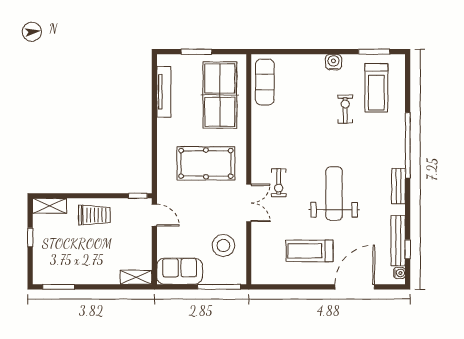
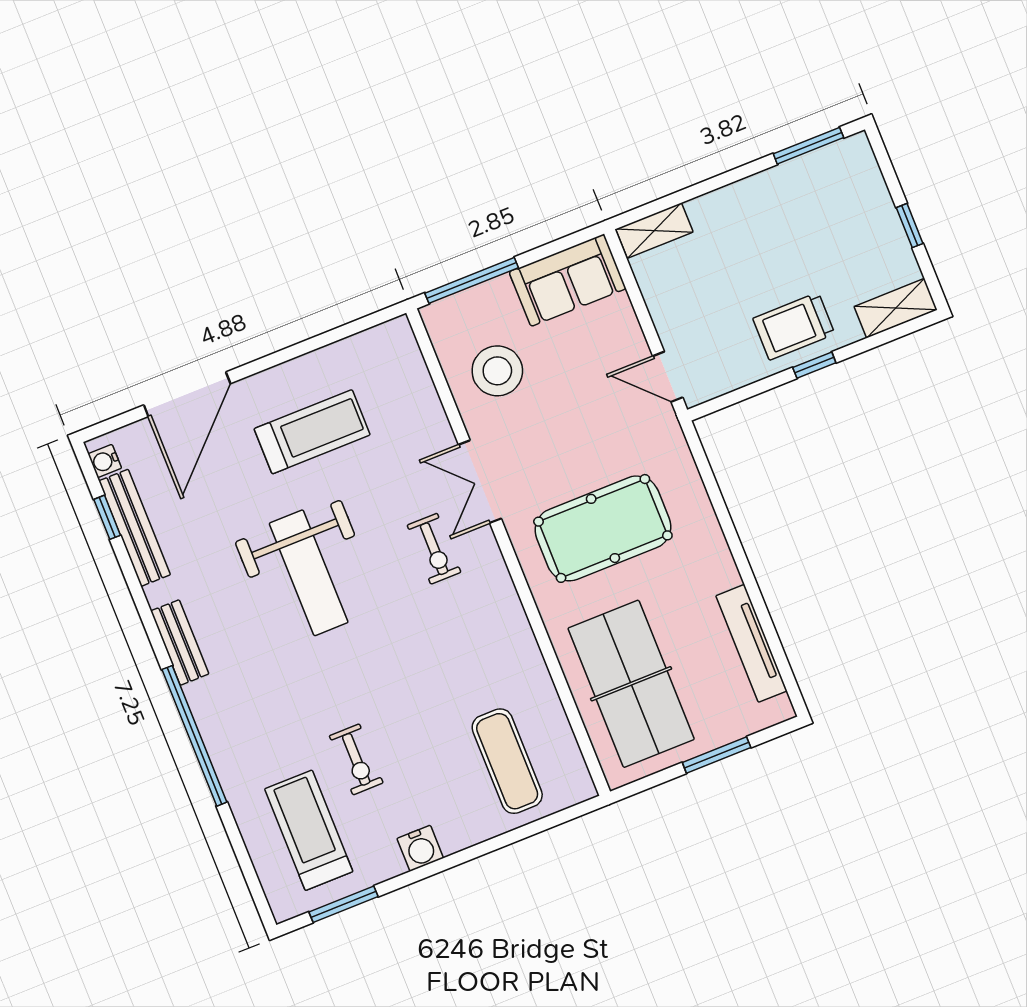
exercise mat: (265, 82) -> (507, 761), moved
exercise bike: (279, 183) -> (434, 549), turned 180
window: (138, 196) -> (814, 365), moved

